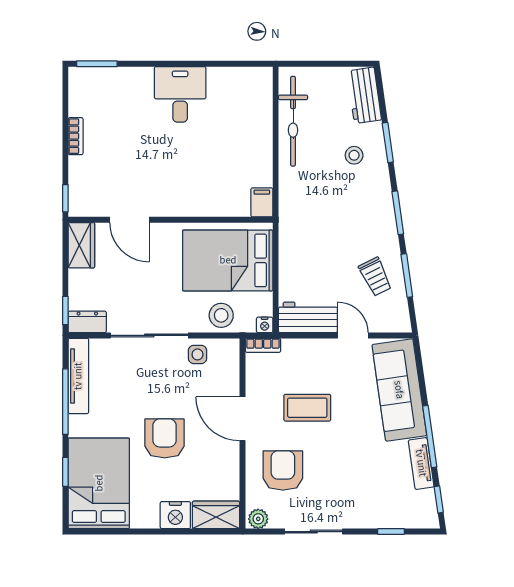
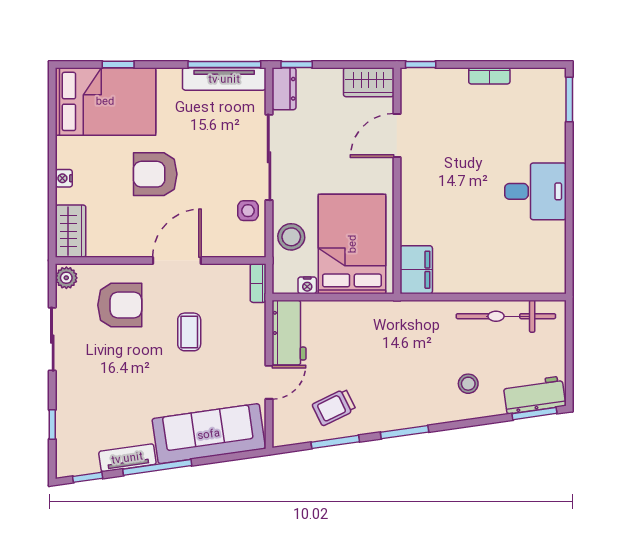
window: (388, 142) -> (534, 414), moved
filing cabinet: (262, 202) -> (416, 270), width x2.00
nightstand: (265, 325) -> (307, 285), moved, turned -90
window: (65, 402) -> (224, 65), moved
coffee table: (307, 408) -> (189, 332), width x0.73, depth x0.77
armchair: (165, 438) -> (155, 174), turned 180
nightstand: (175, 515) -> (64, 178), width x0.53, depth x0.56

